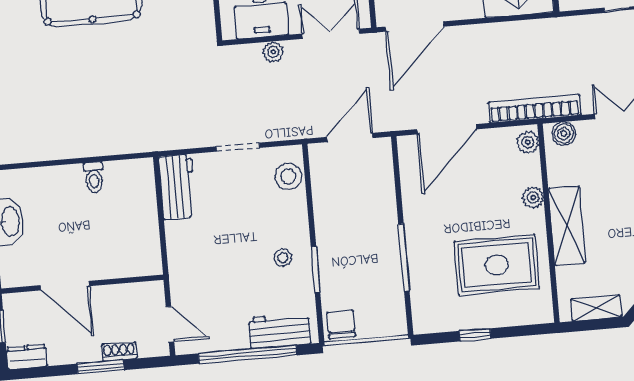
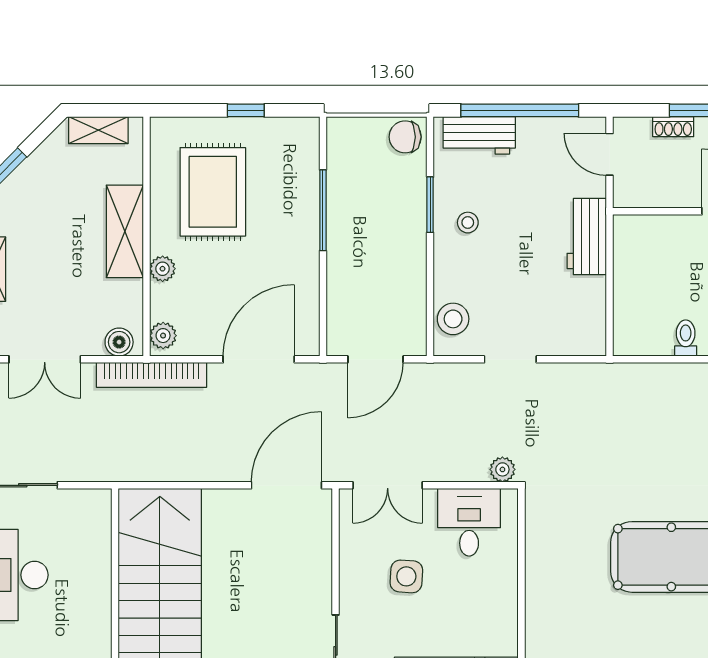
plant: (273, 52) -> (502, 469), moved
workbench: (177, 187) -> (587, 237), moved
rug: (497, 265) -> (213, 192), turned 90
chair: (341, 324) -> (405, 137), turned 90

